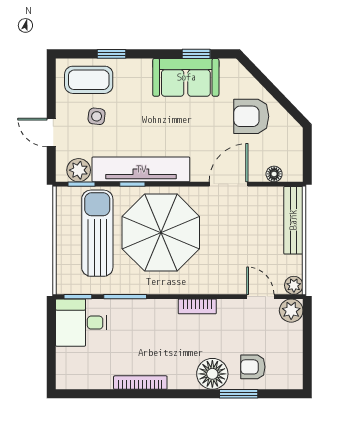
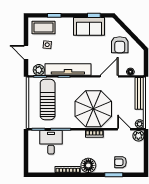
armchair: (251, 116) -> (120, 45), turned -90
parasol: (161, 233) -> (93, 109), moved
desk: (81, 323) -> (51, 142), moved, turned 90
floor lamp: (212, 374) -> (88, 165), moved

